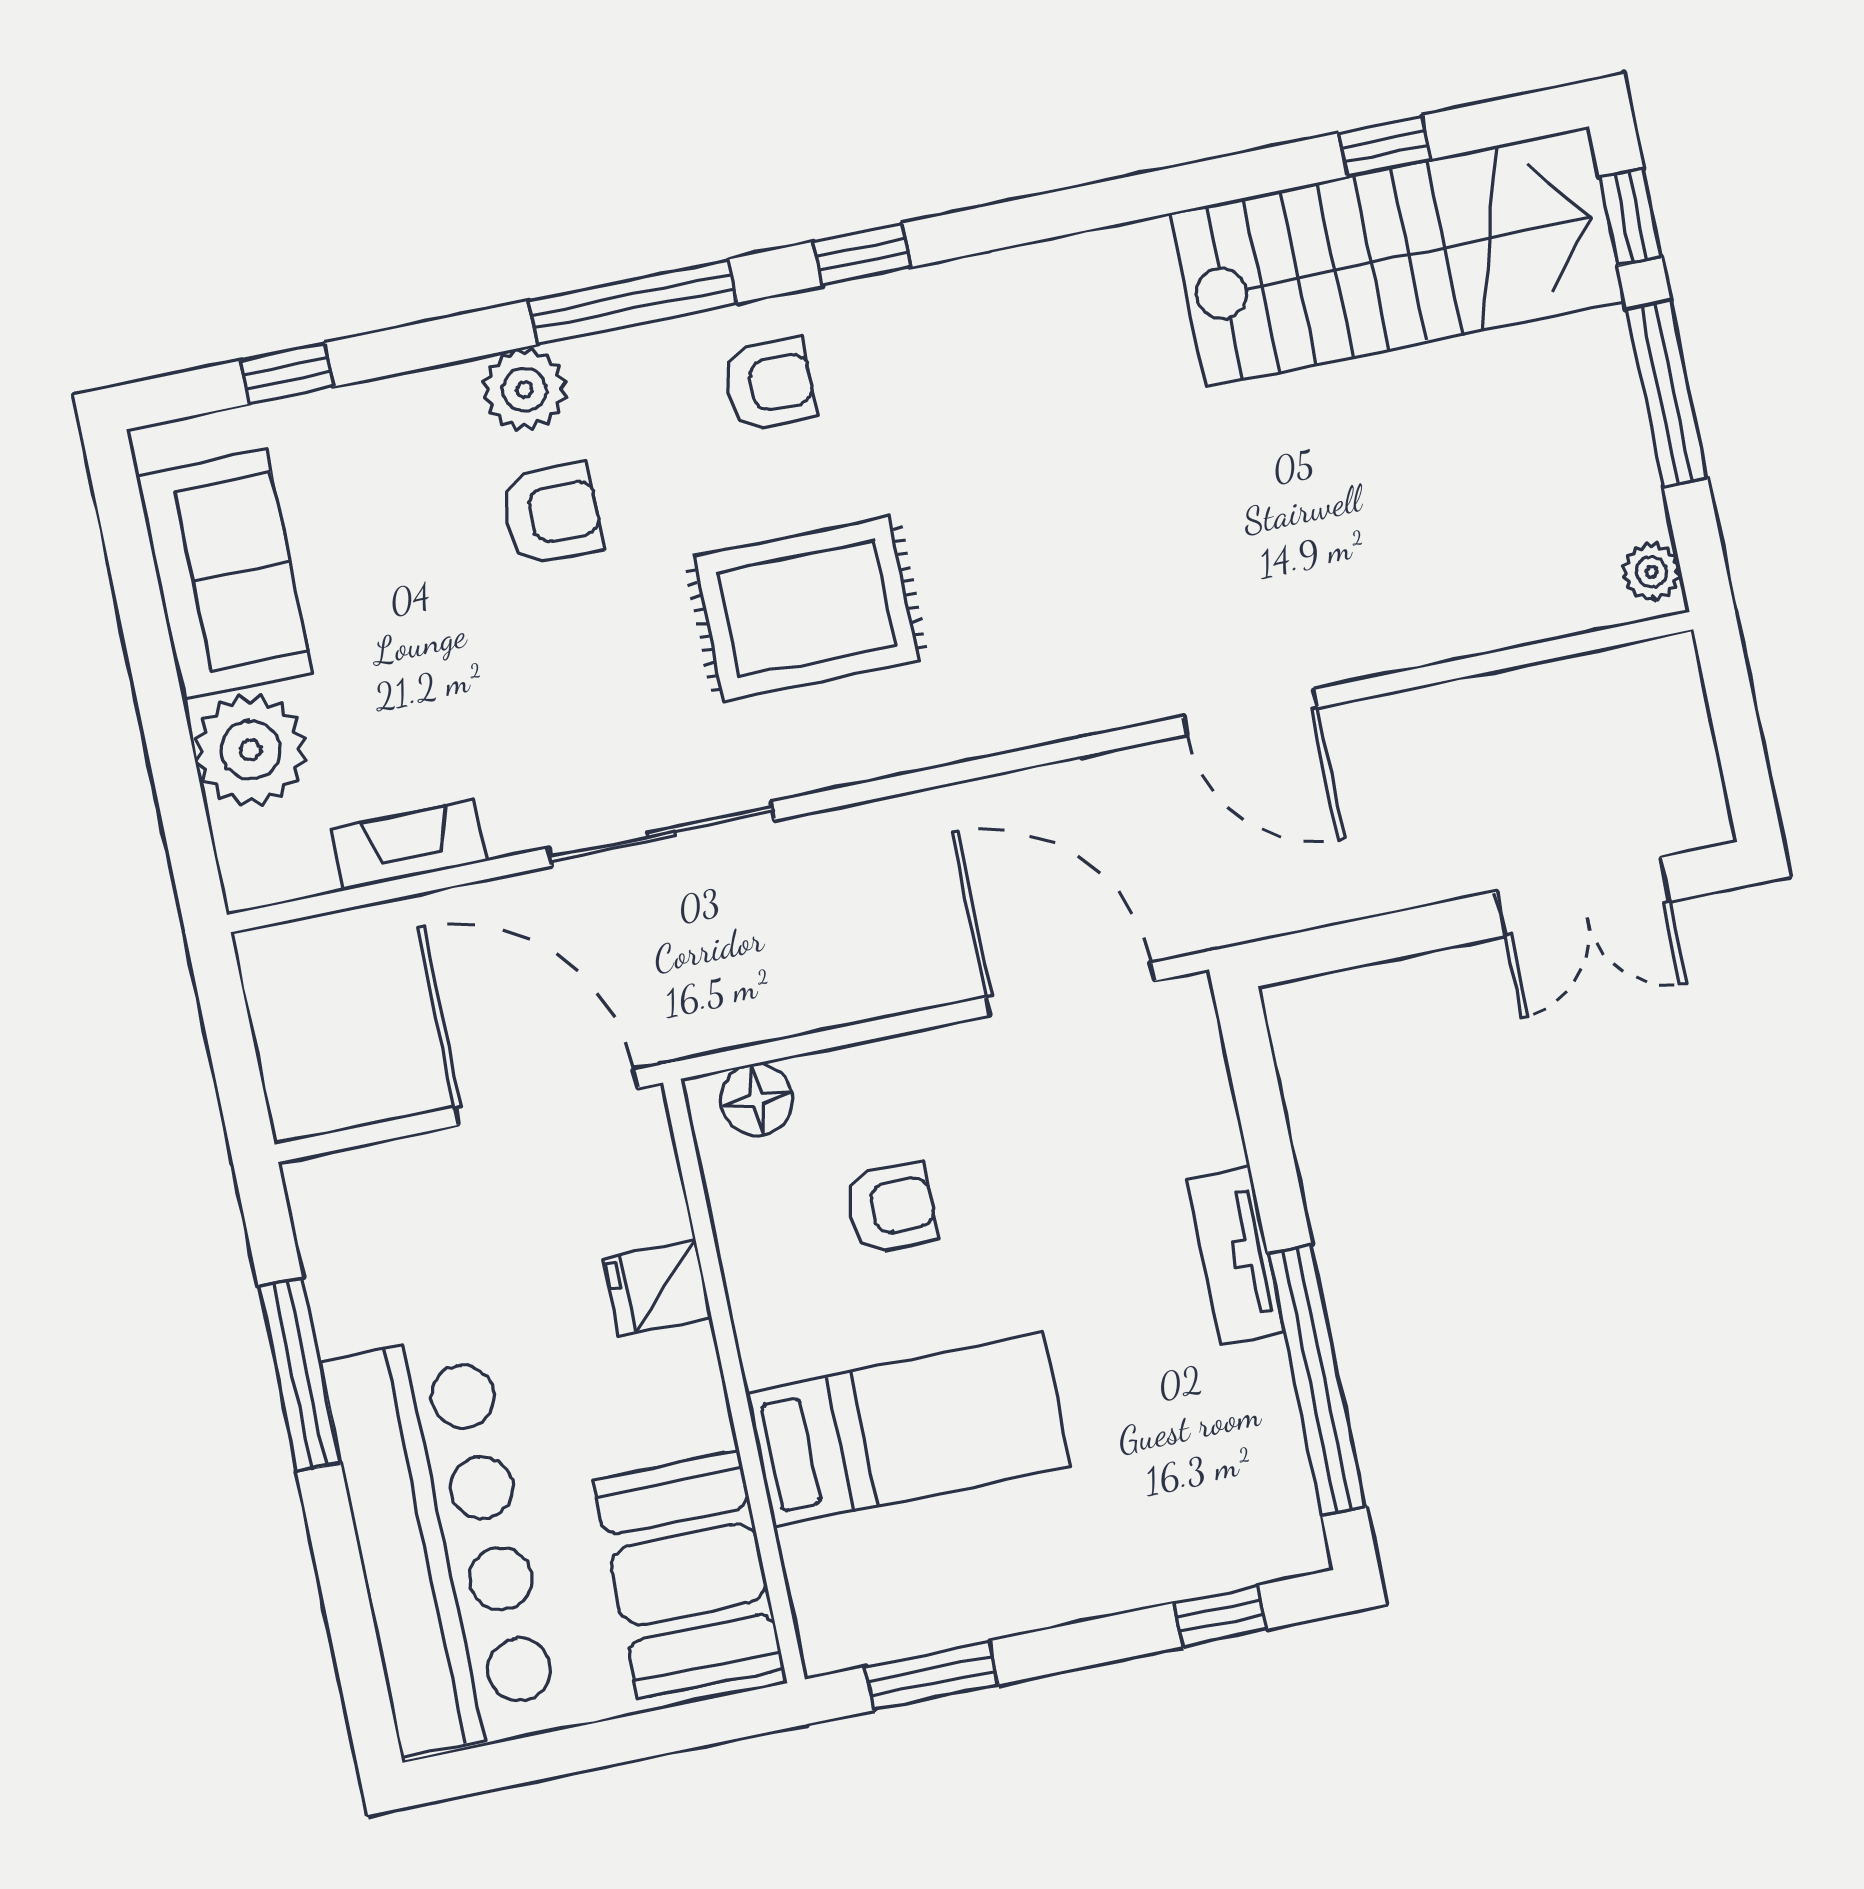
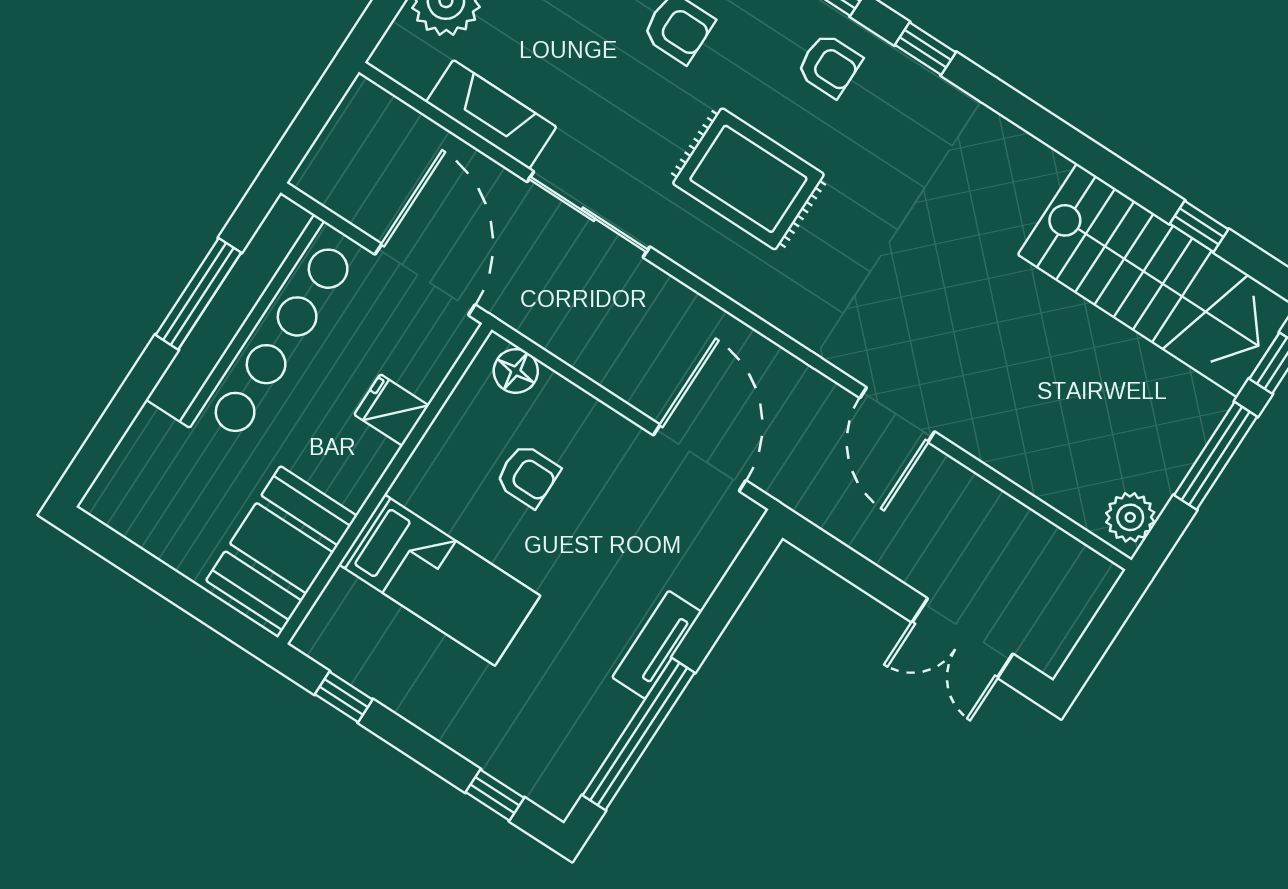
plant: (1652, 572) -> (1130, 517), width x1.38, depth x1.38
fireplace: (409, 845) -> (491, 114), width x1.37, depth x1.32
bar counter: (441, 1543) -> (255, 323), moved
window: (932, 1676) -> (344, 697), width x0.67

